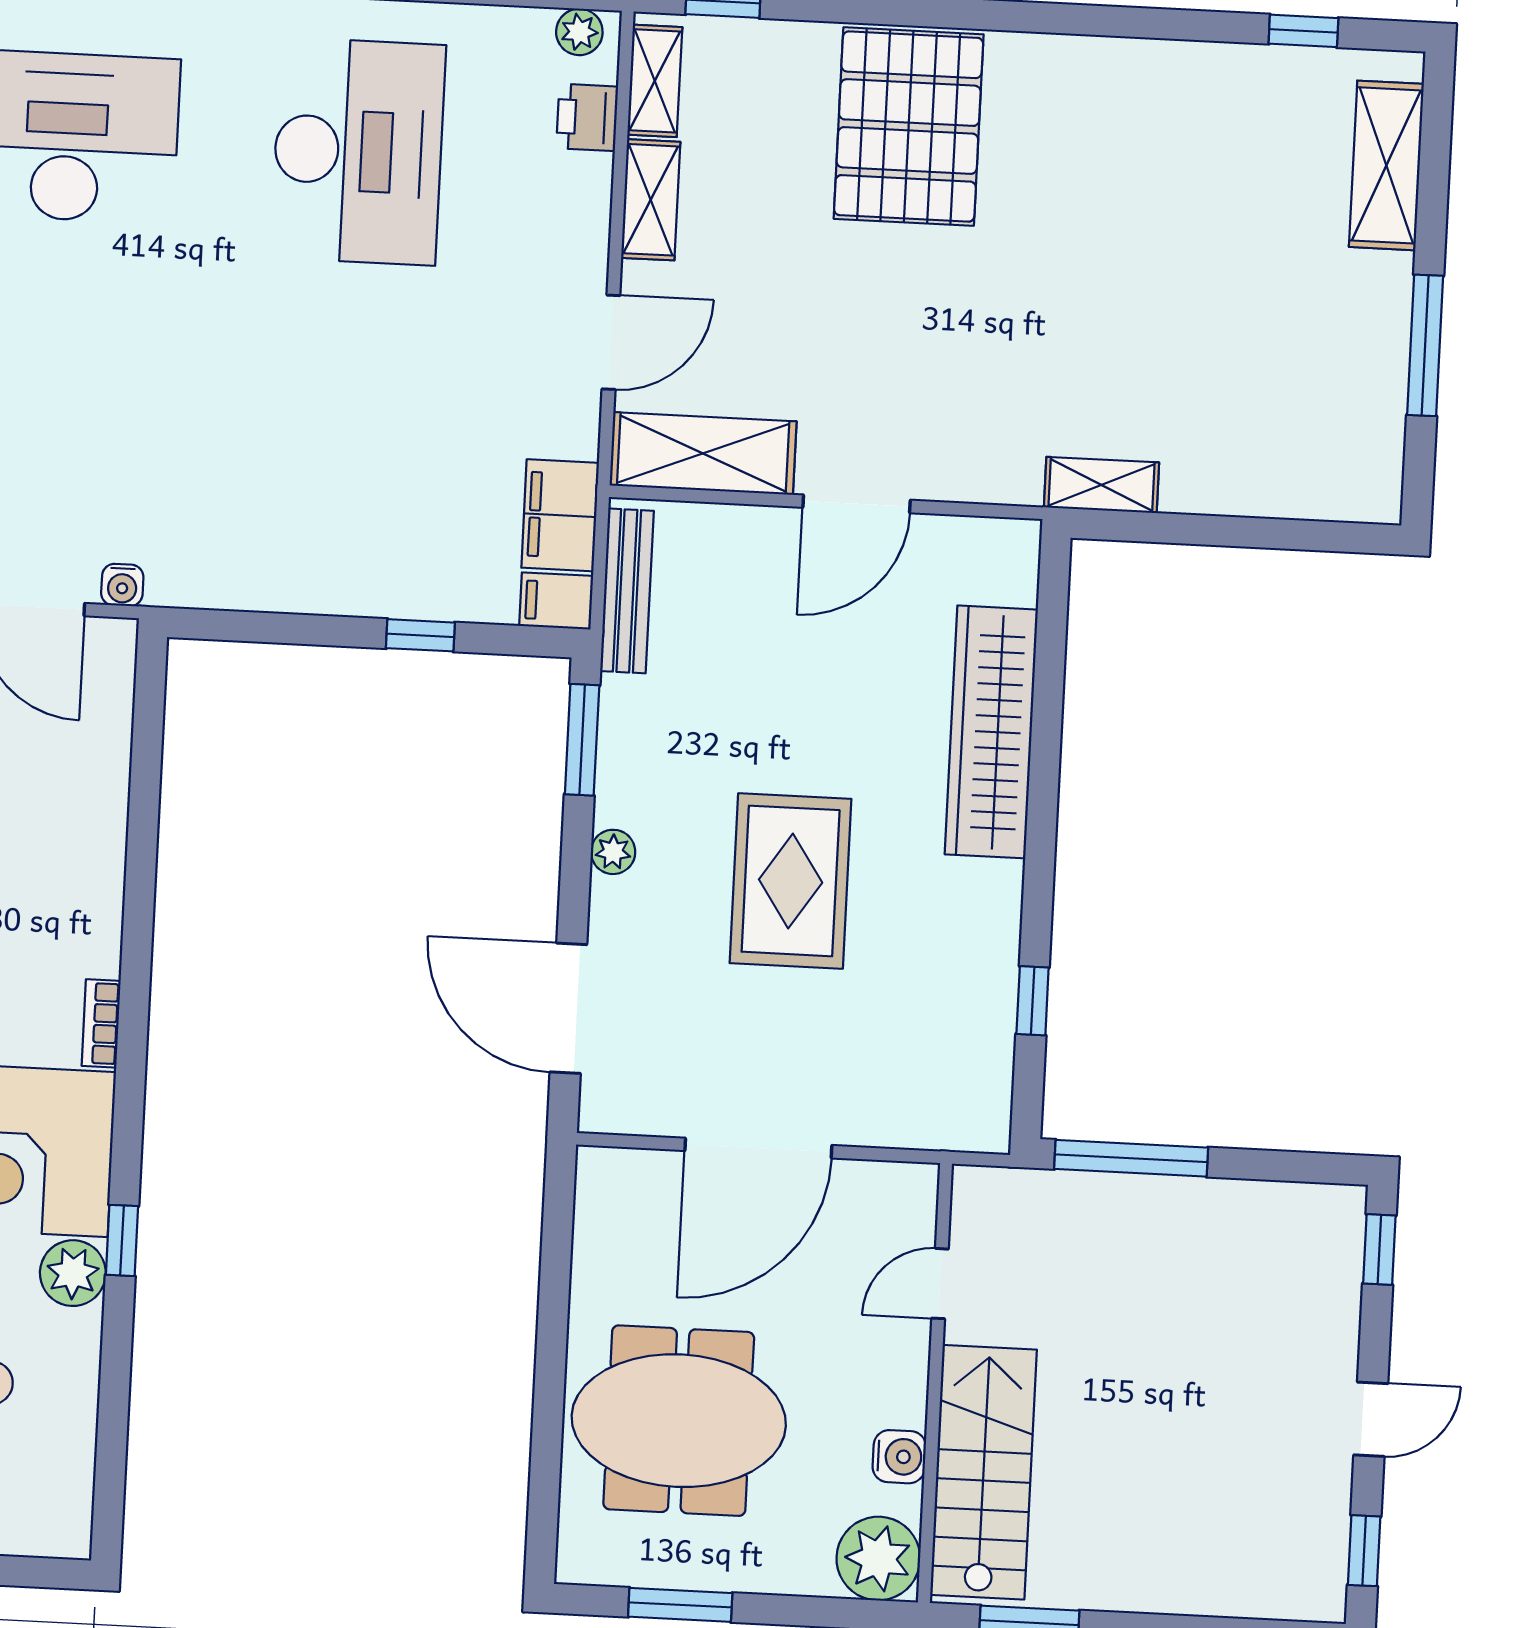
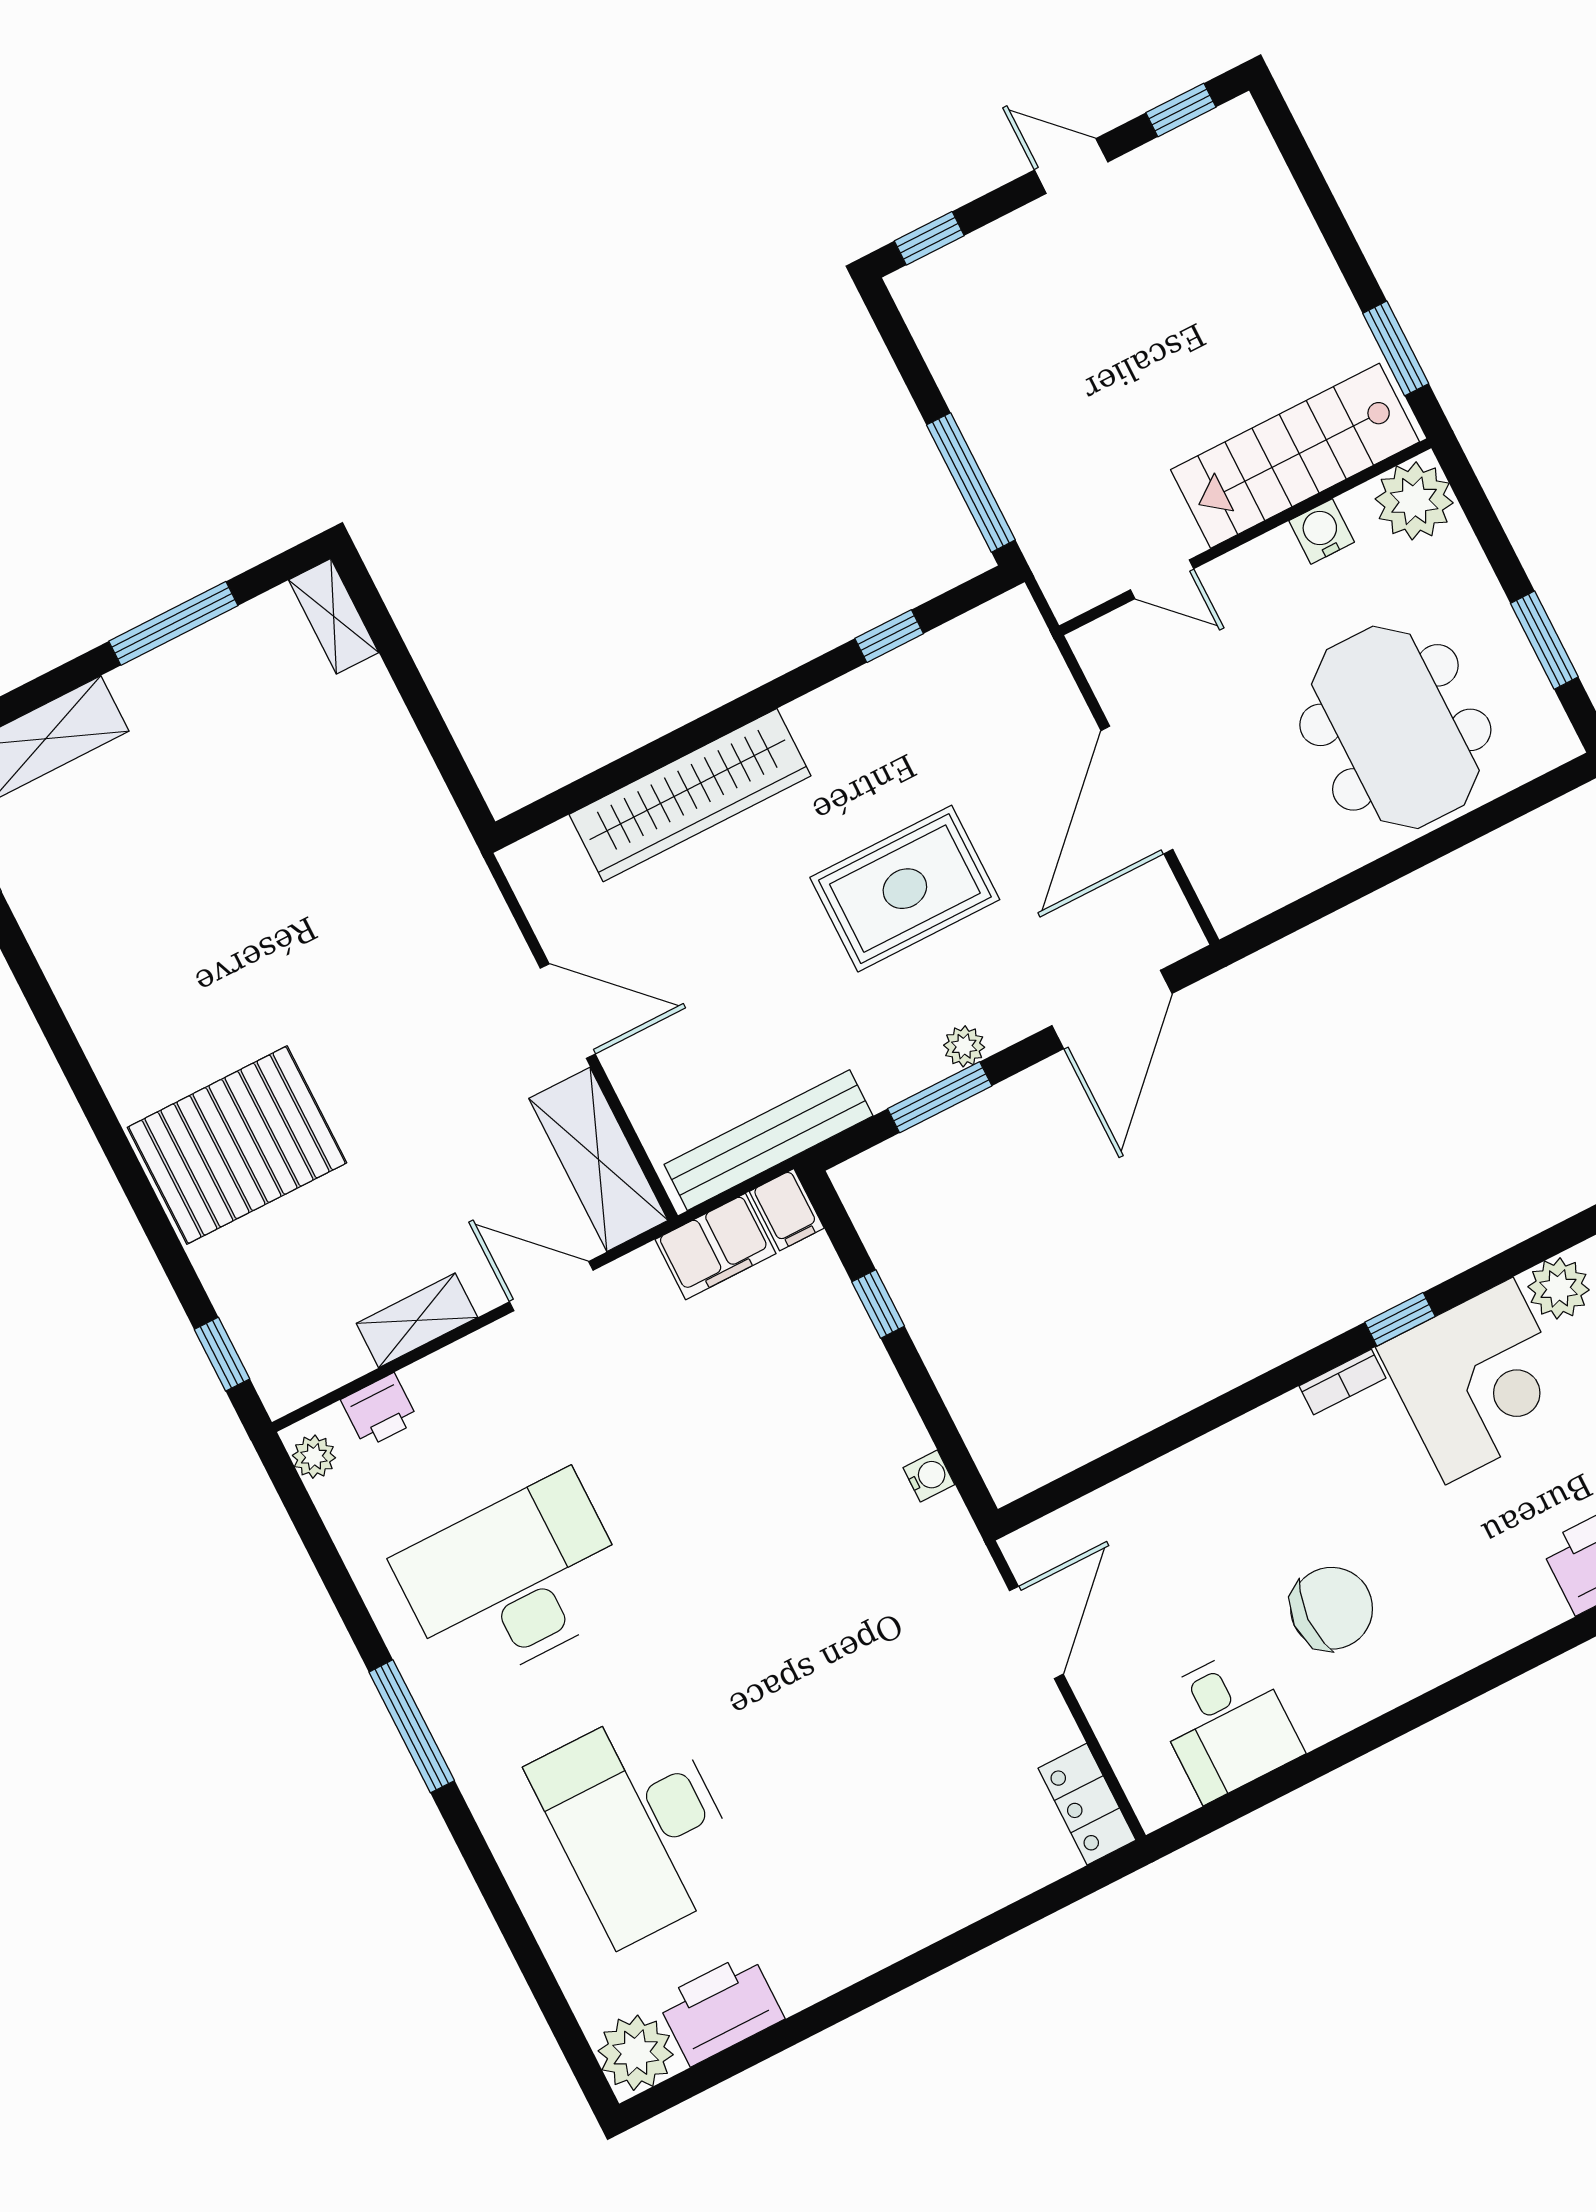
shelving: (655, 81) -> (318, 1373), removed
shelving: (1101, 485) -> (334, 616), moved
water cooler: (122, 585) -> (929, 1476), moved
bench: (627, 591) -> (769, 1140), width x1.37, depth x1.21
window: (582, 740) -> (940, 1097), moved
door: (758, 1148) -> (1137, 790), swing flipped
window: (122, 1240) -> (1400, 1319), moved

